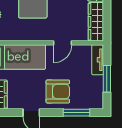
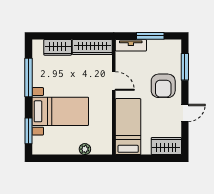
armchair: (58, 91) -> (163, 86), turned 180

